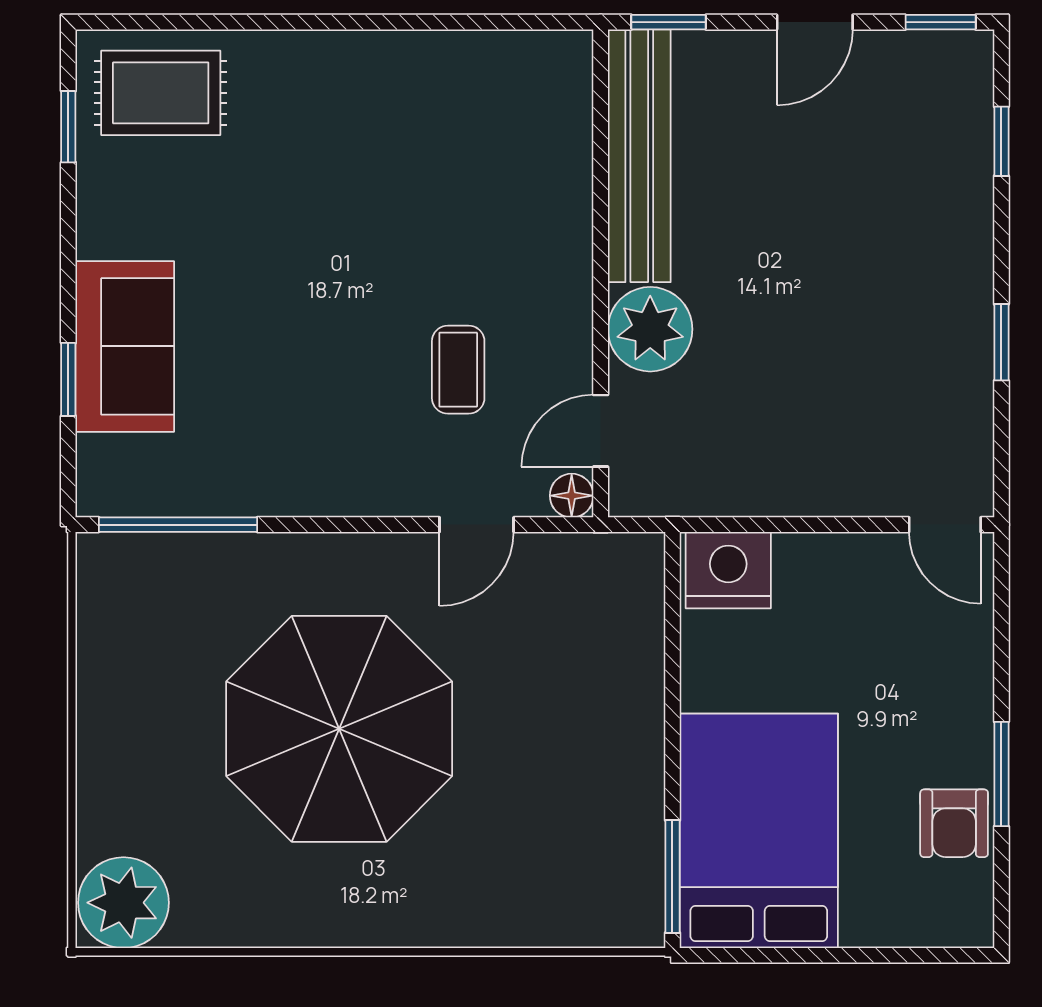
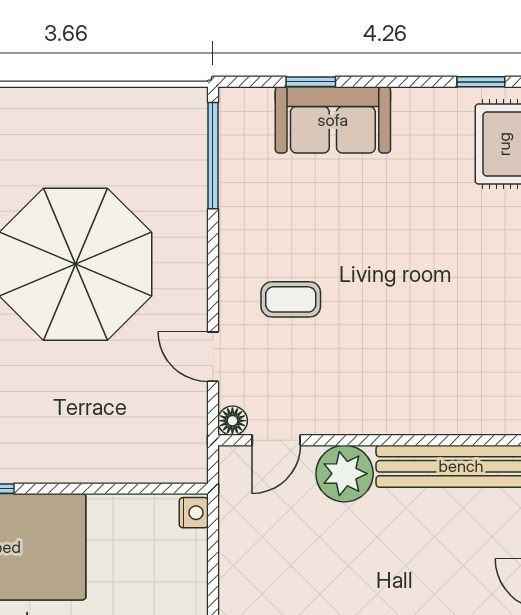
coffee table: (458, 370) -> (291, 299), moved
door: (601, 431) -> (276, 440), swing flipped
nightstand: (728, 570) -> (194, 513), width x0.53, depth x0.56

